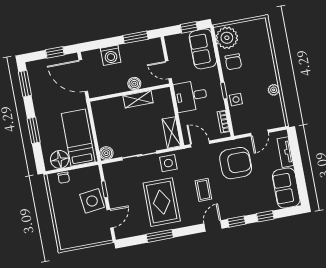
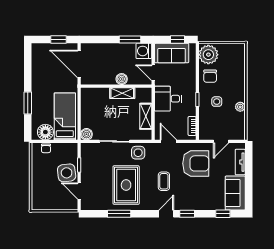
sofa: (203, 49) -> (172, 53), moved, turned -90
washing machine: (111, 55) -> (144, 51), moved, turned 90
window: (25, 84) -> (28, 61), removed
side table: (236, 100) -> (217, 102), moved
shelving: (171, 132) -> (146, 116), moved
window: (265, 216) -> (223, 214), moved
door: (110, 219) -> (79, 191), swing flipped

